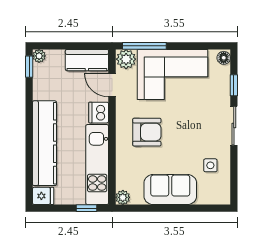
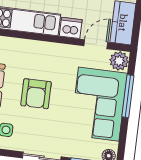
window: (144, 46) -> (128, 96), moved
armchair: (147, 132) -> (36, 94), moved

